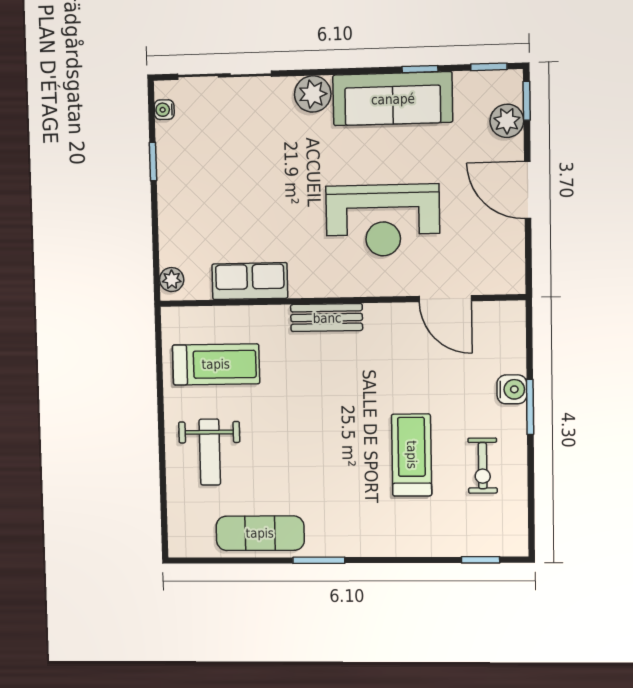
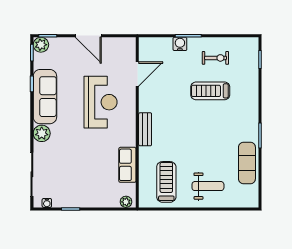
plant: (507, 121) -> (41, 45), moved
door: (528, 190) -> (88, 36), hinge flipped

